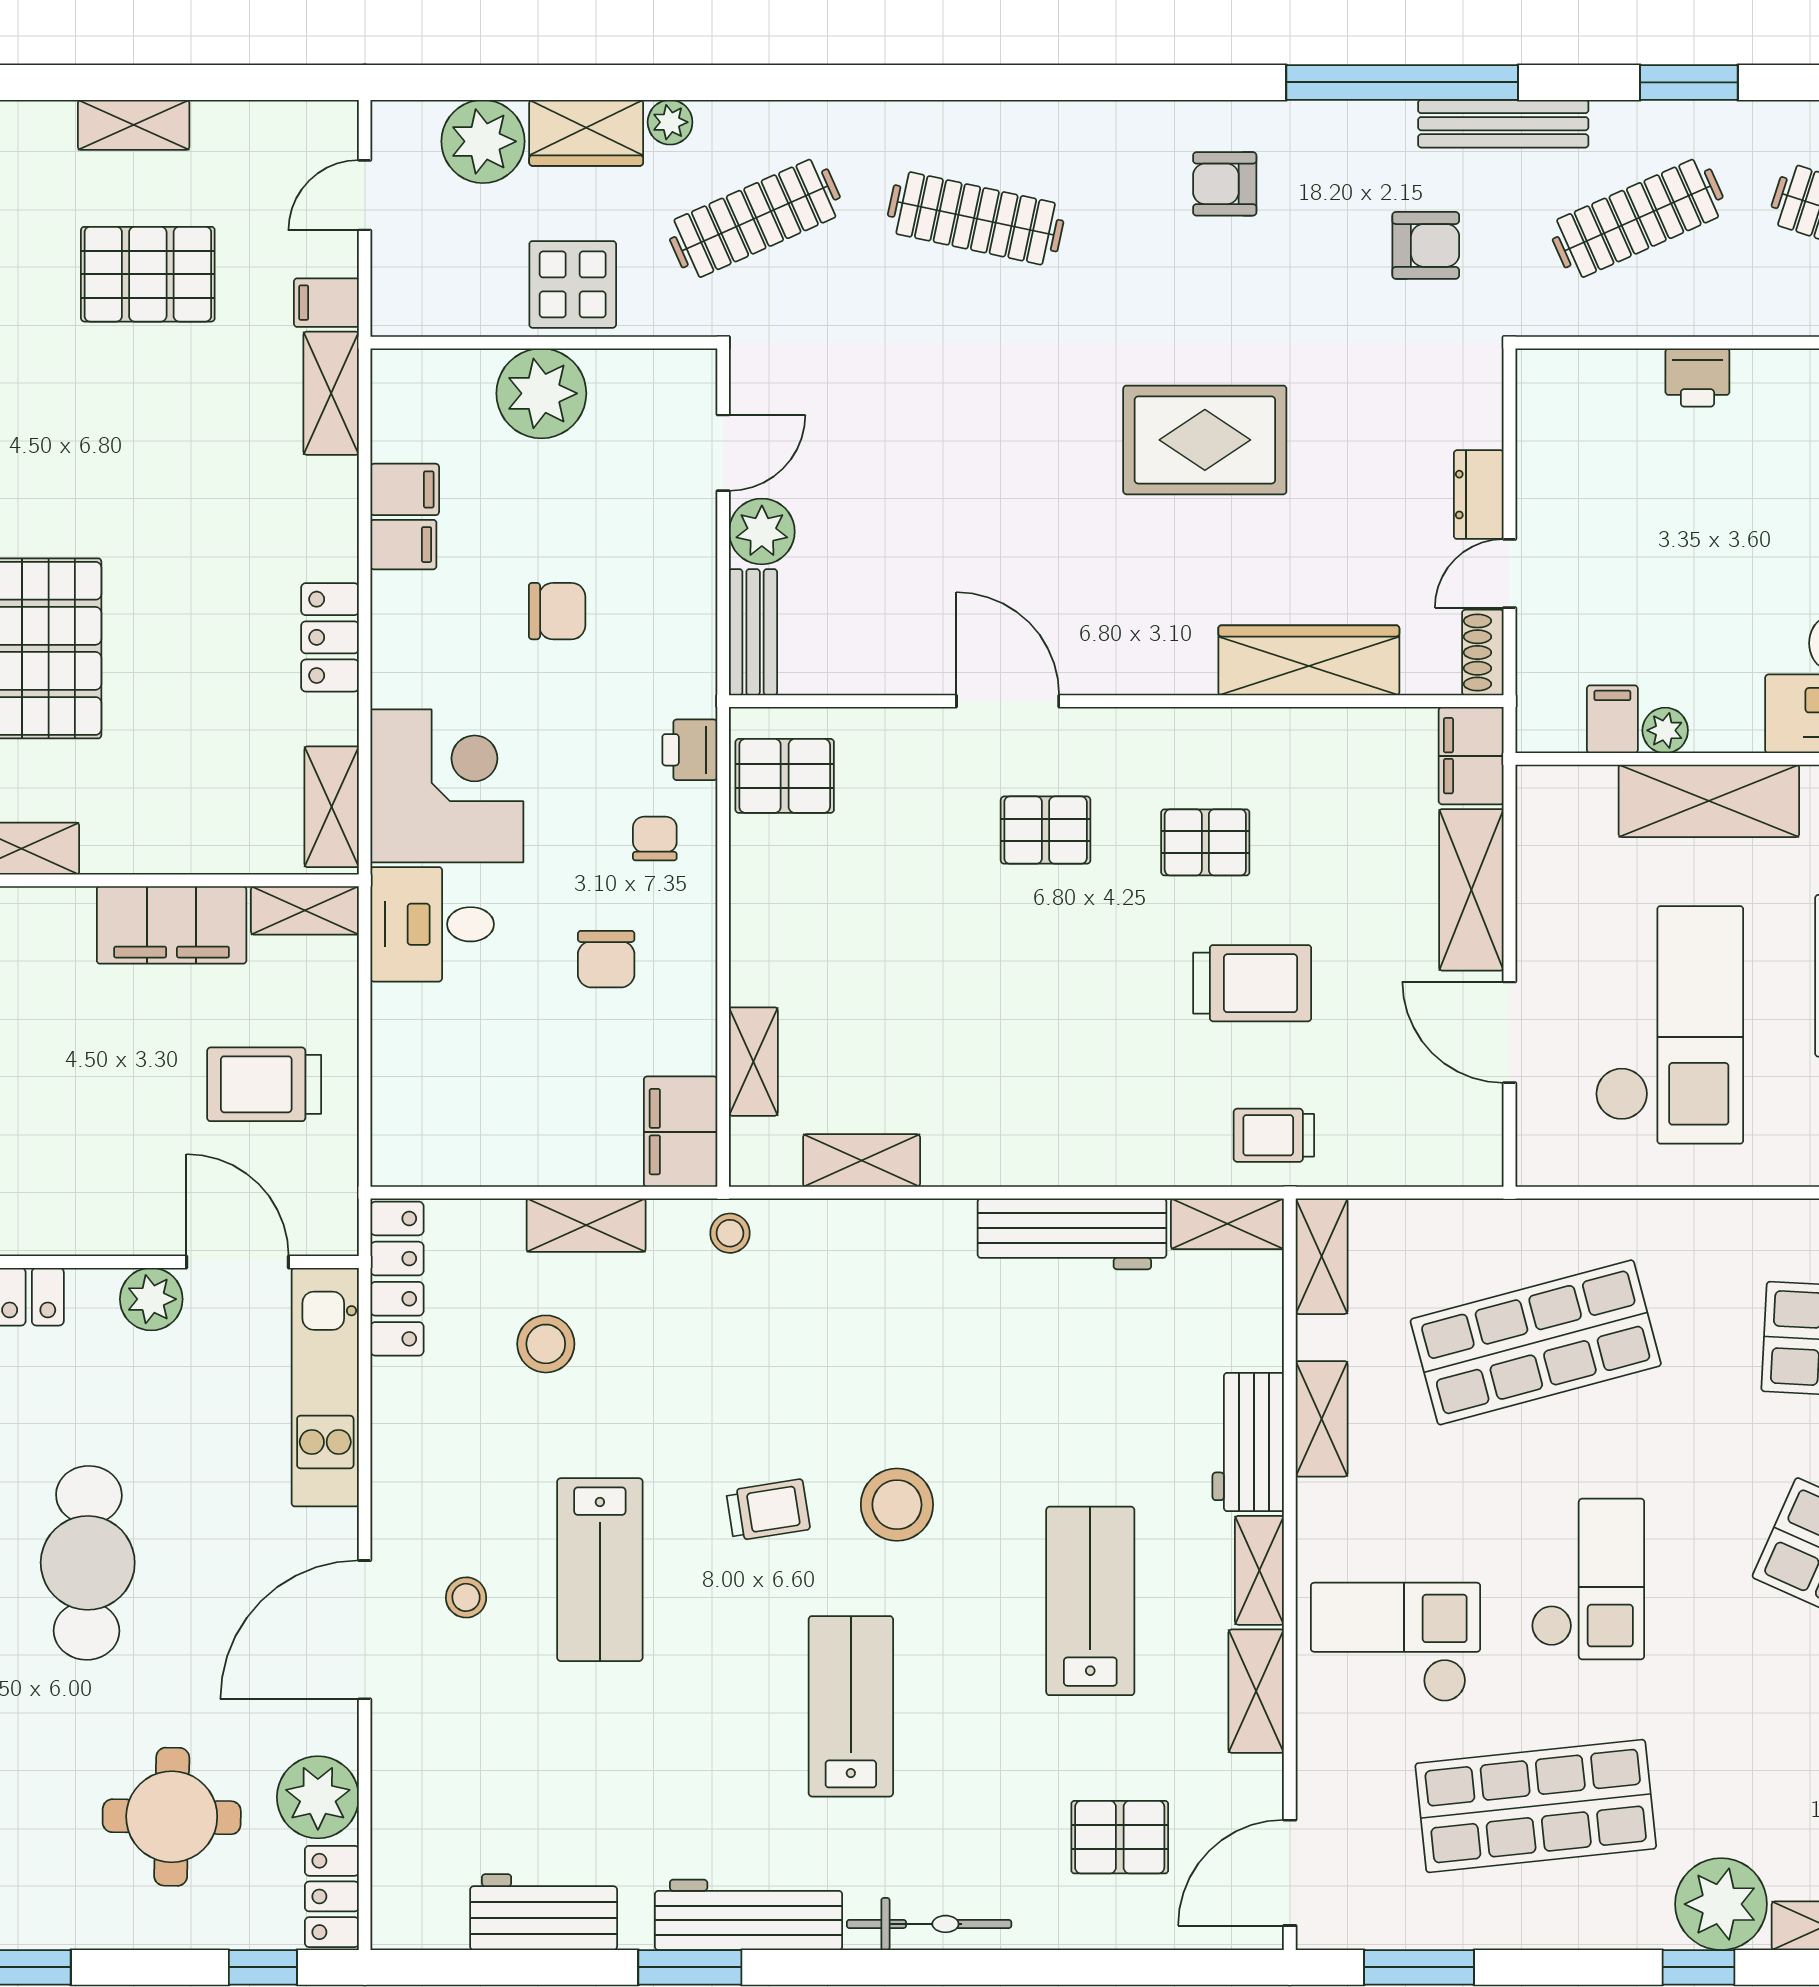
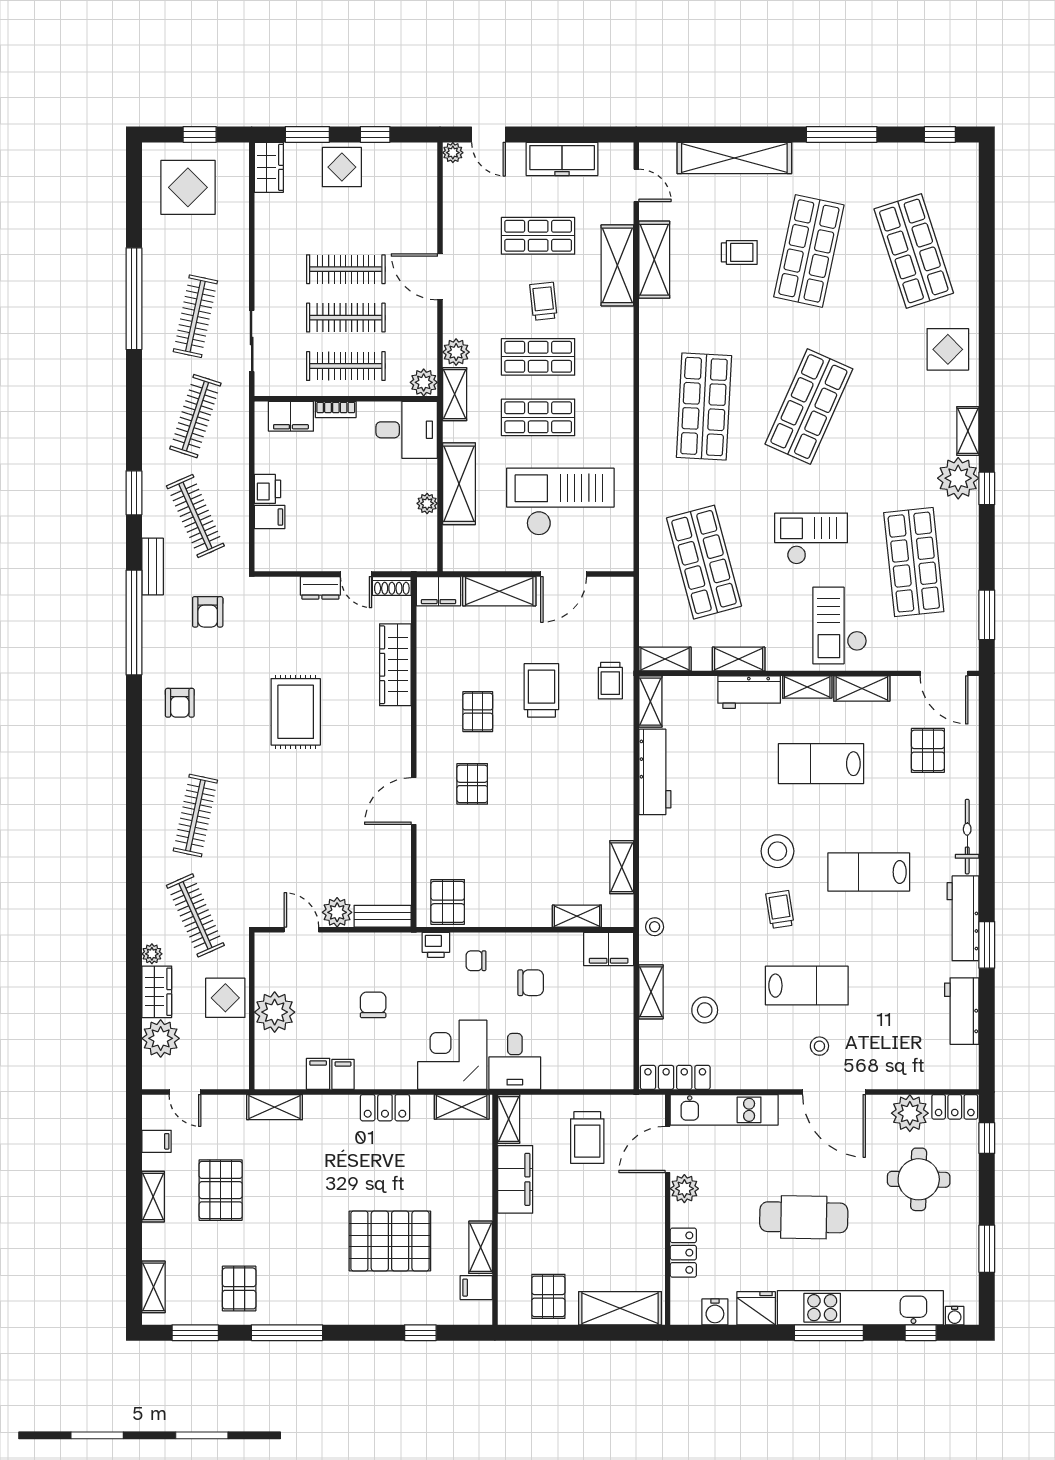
bench: (1503, 124) -> (153, 567), width x0.73
armchair: (1426, 245) -> (208, 612), turned 180
filing cabinet: (326, 303) -> (156, 1141), moved, turned -90
filing cabinet: (1612, 719) -> (270, 517), moved, turned 180

